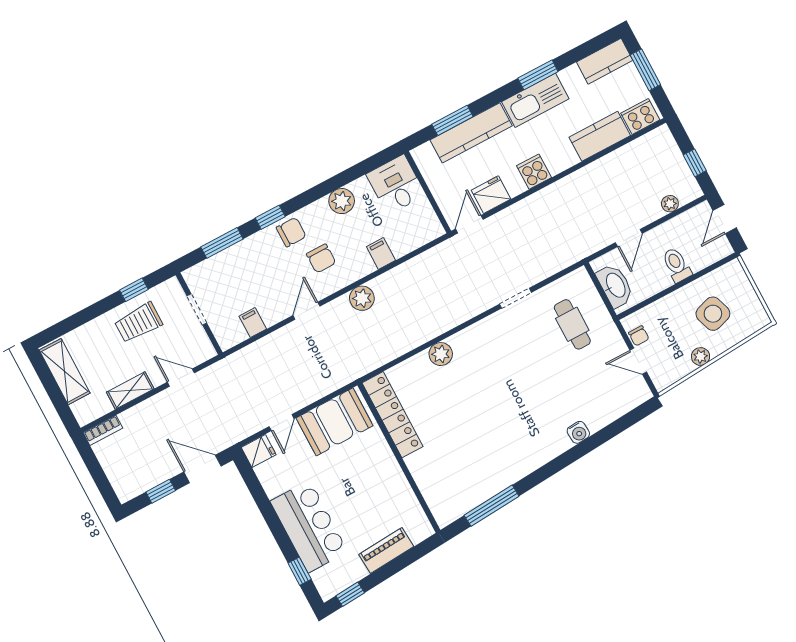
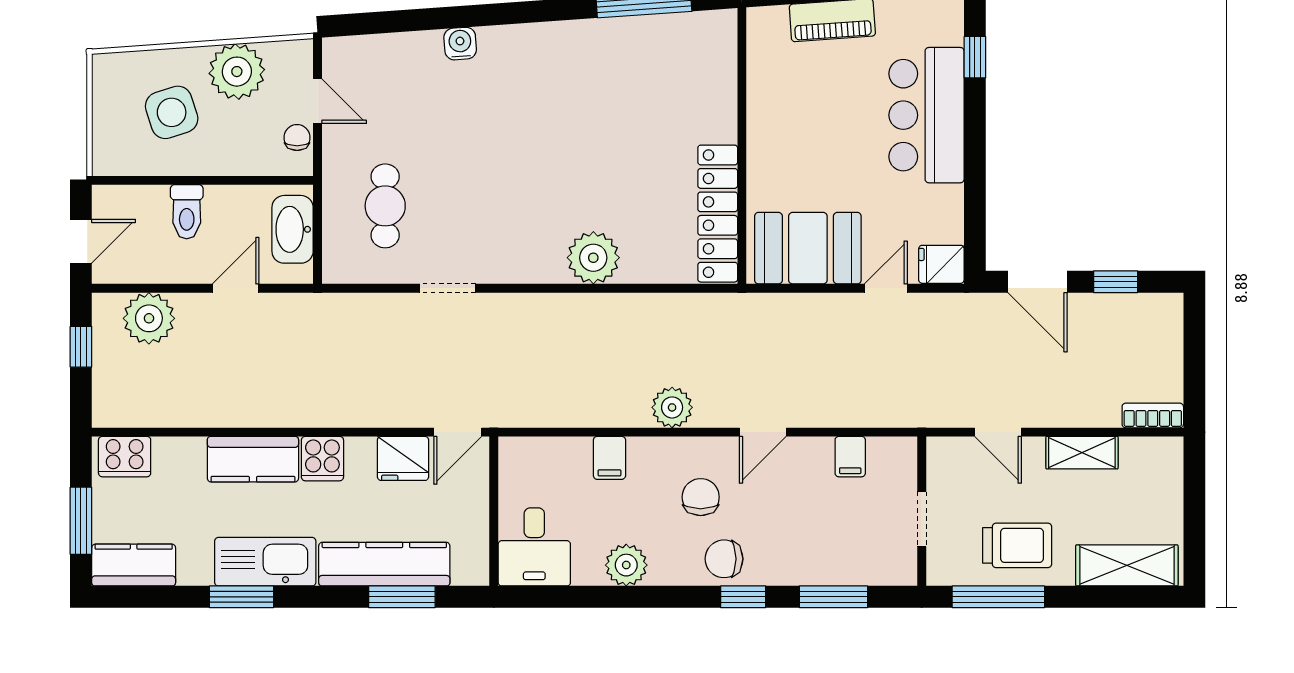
kitchen counter: (600, 136) -> (253, 459), moved
plant: (670, 204) -> (149, 318), width x1.88, depth x1.88
window: (134, 290) -> (998, 597), width x2.17
plant: (441, 354) -> (593, 258), width x1.36, depth x1.36
plant: (701, 357) -> (237, 72), width x1.88, depth x1.88
shelving: (65, 372) -> (1127, 565), moved, turned 90

